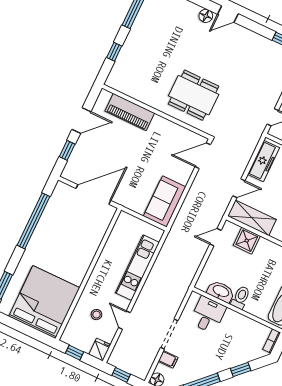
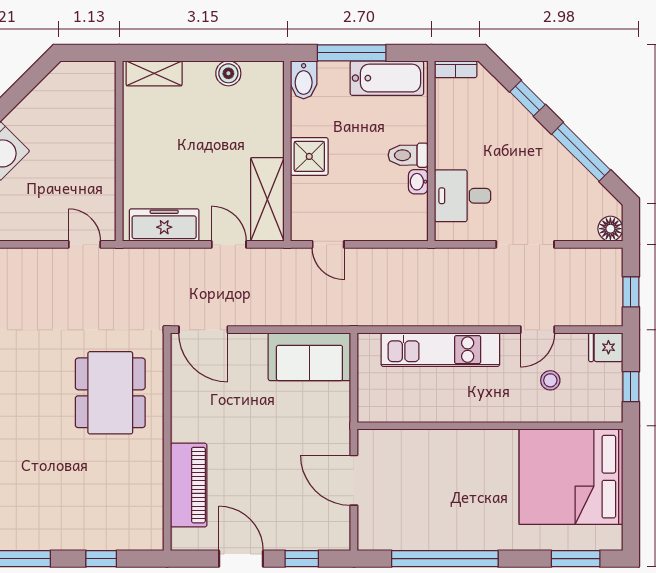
door: (93, 194) -> (354, 480), width x0.73
shower: (247, 241) -> (309, 156), moved
washbasin: (221, 291) -> (418, 182), width x0.52, depth x0.69
filing cabinet: (168, 359) -> (568, 226), removed

